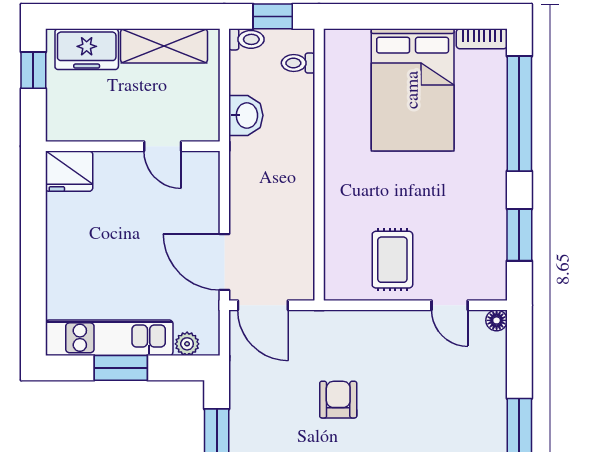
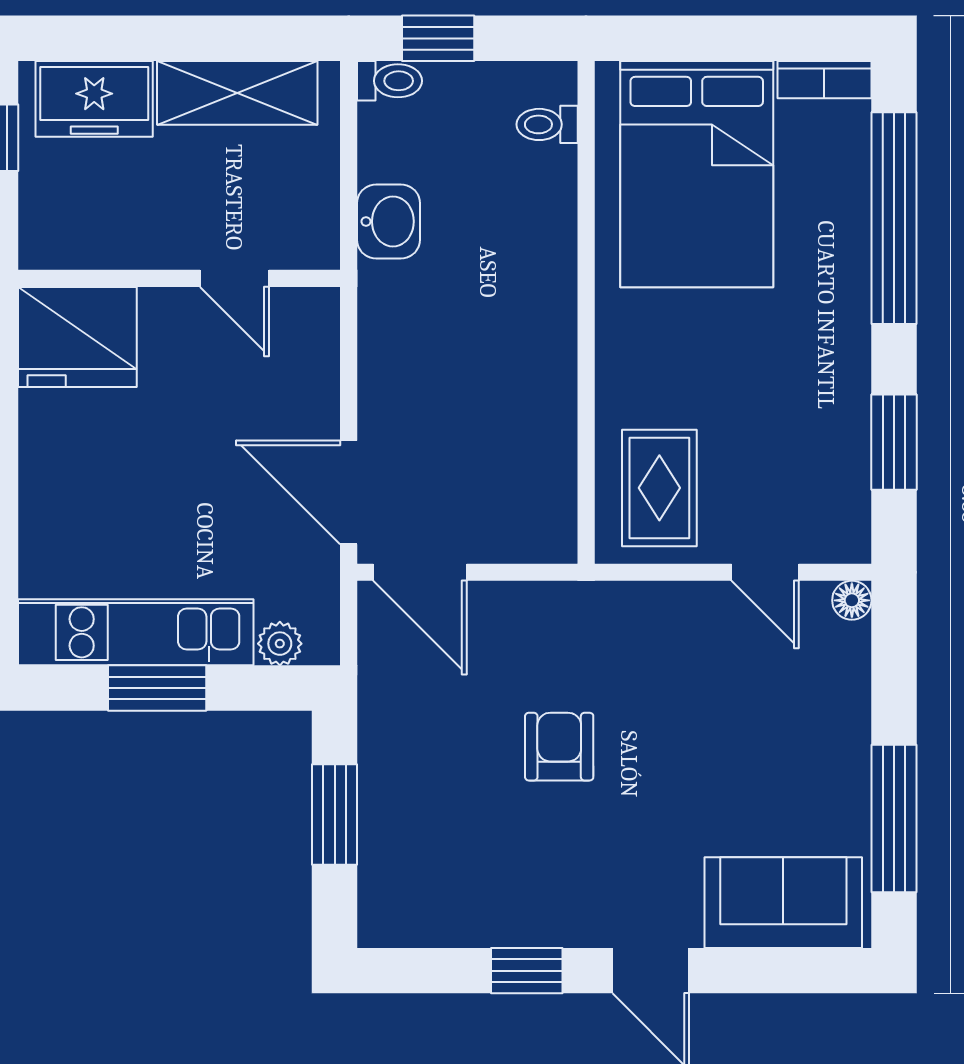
toilet: (298, 63) -> (547, 124), moved
wall: (319, 165) -> (586, 312), moved
fridge: (69, 171) -> (77, 337), width x1.36, depth x1.34

